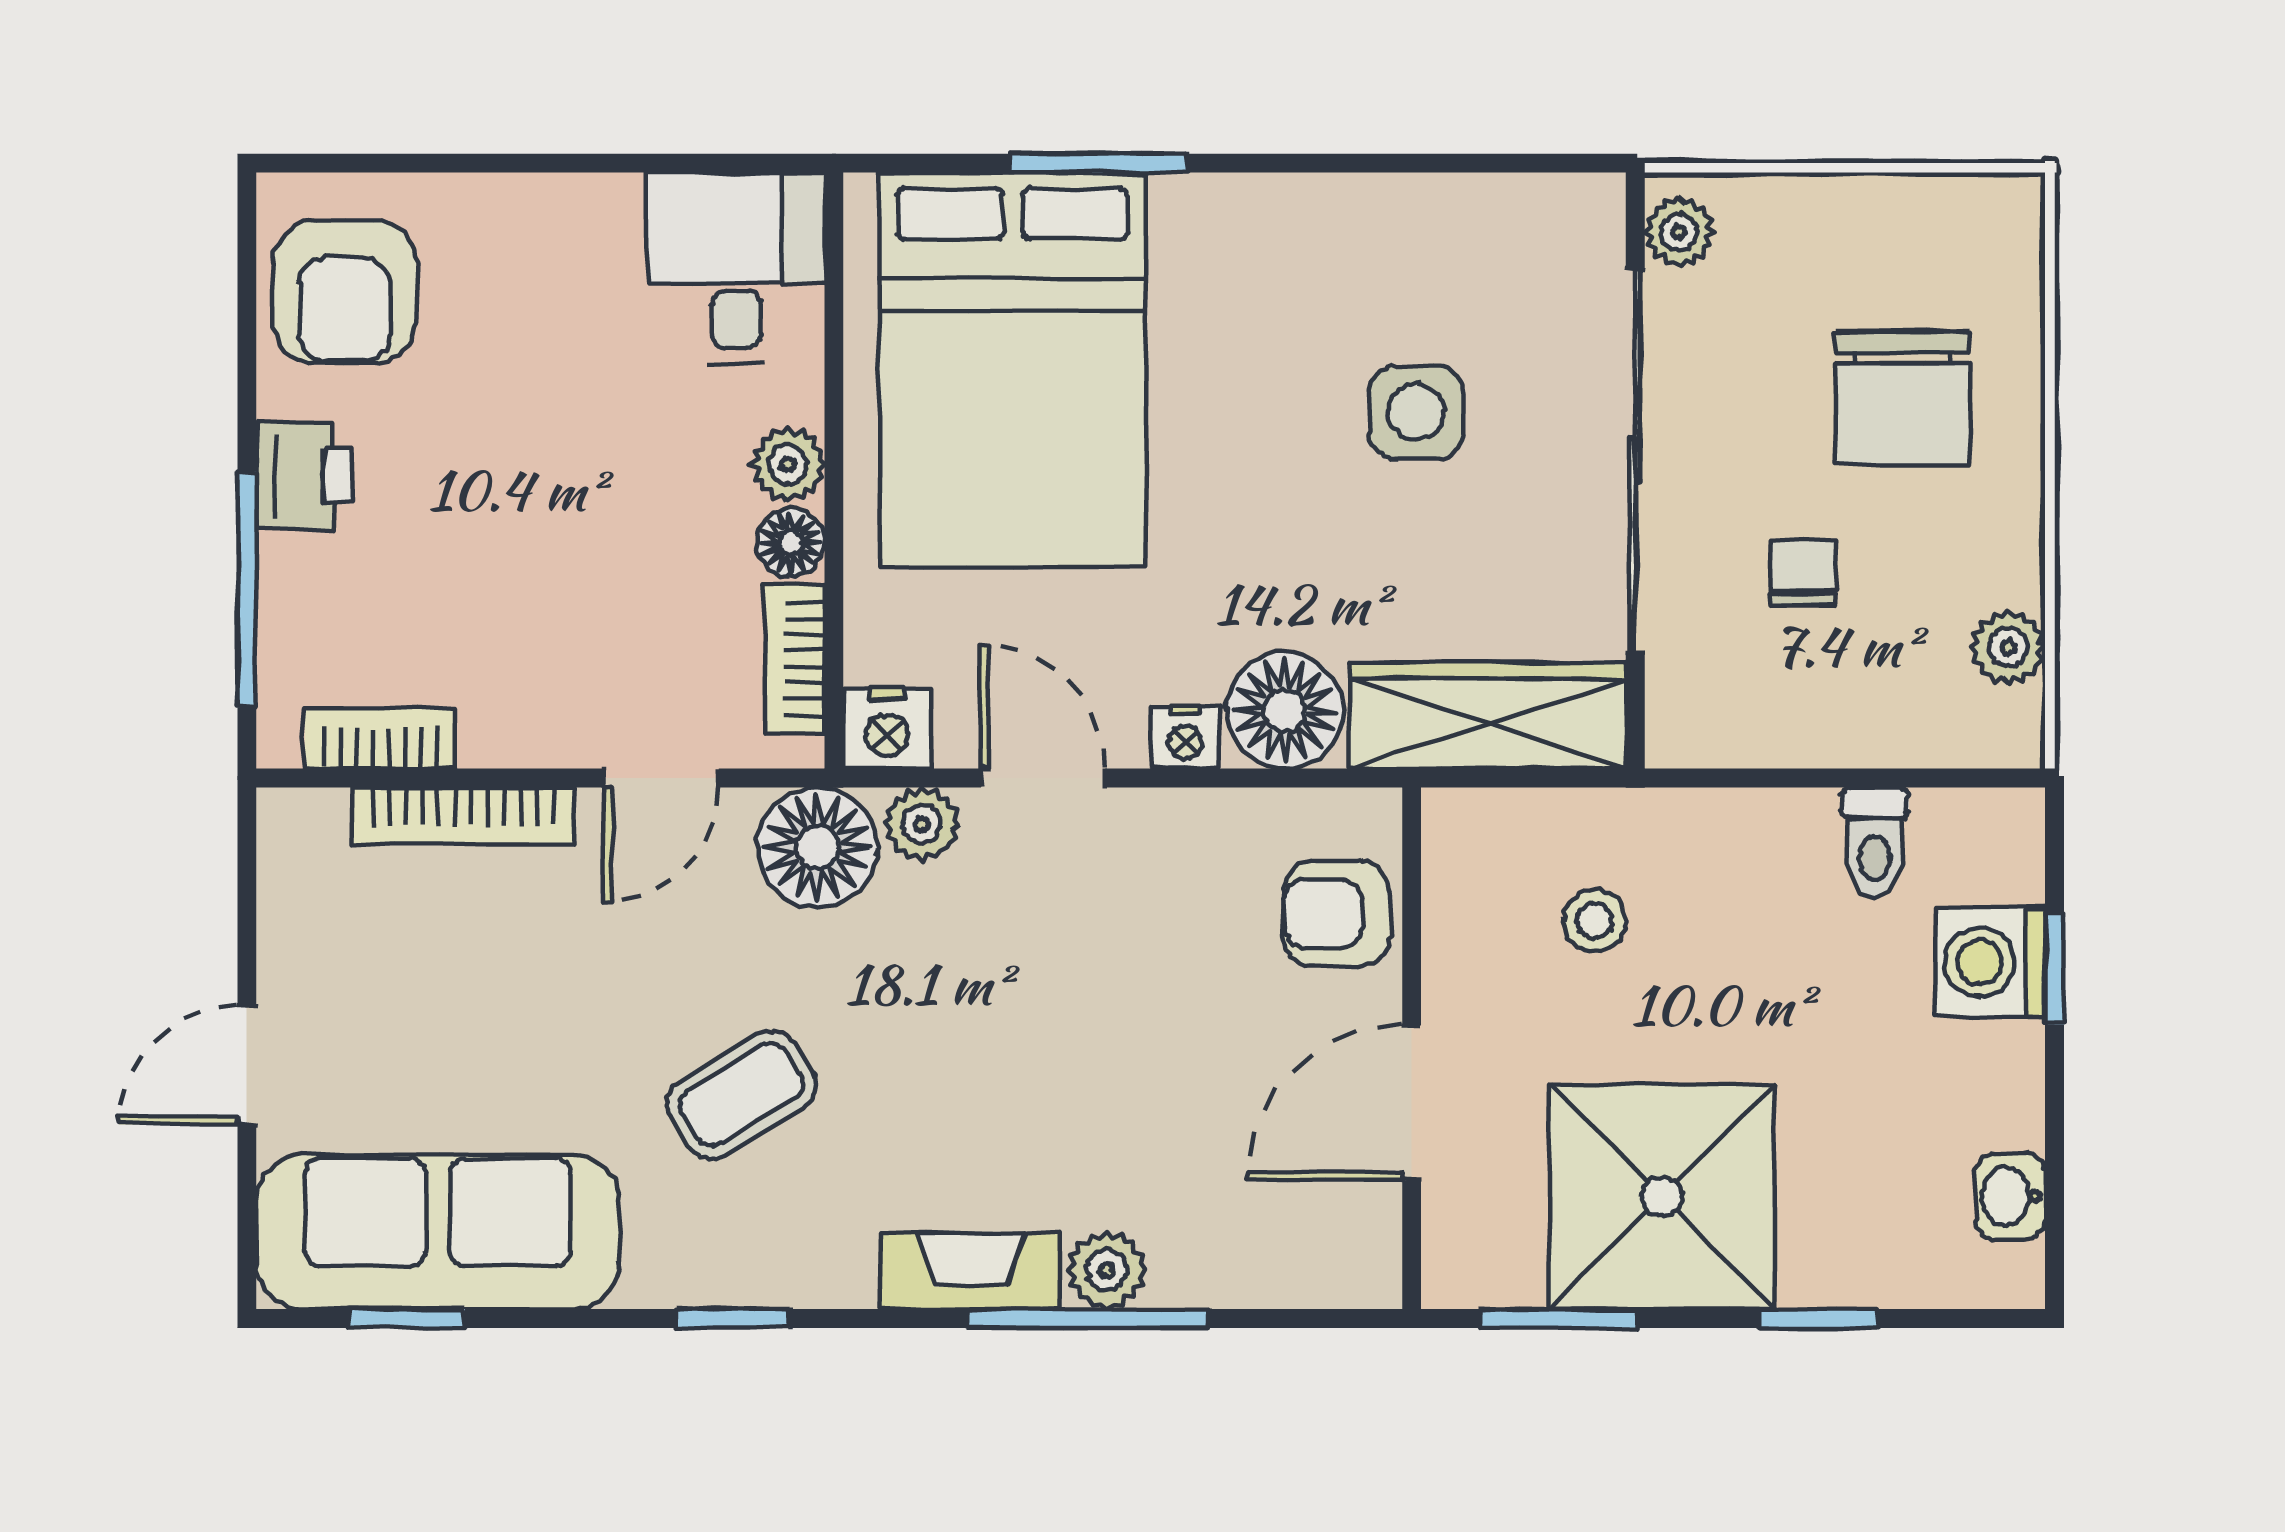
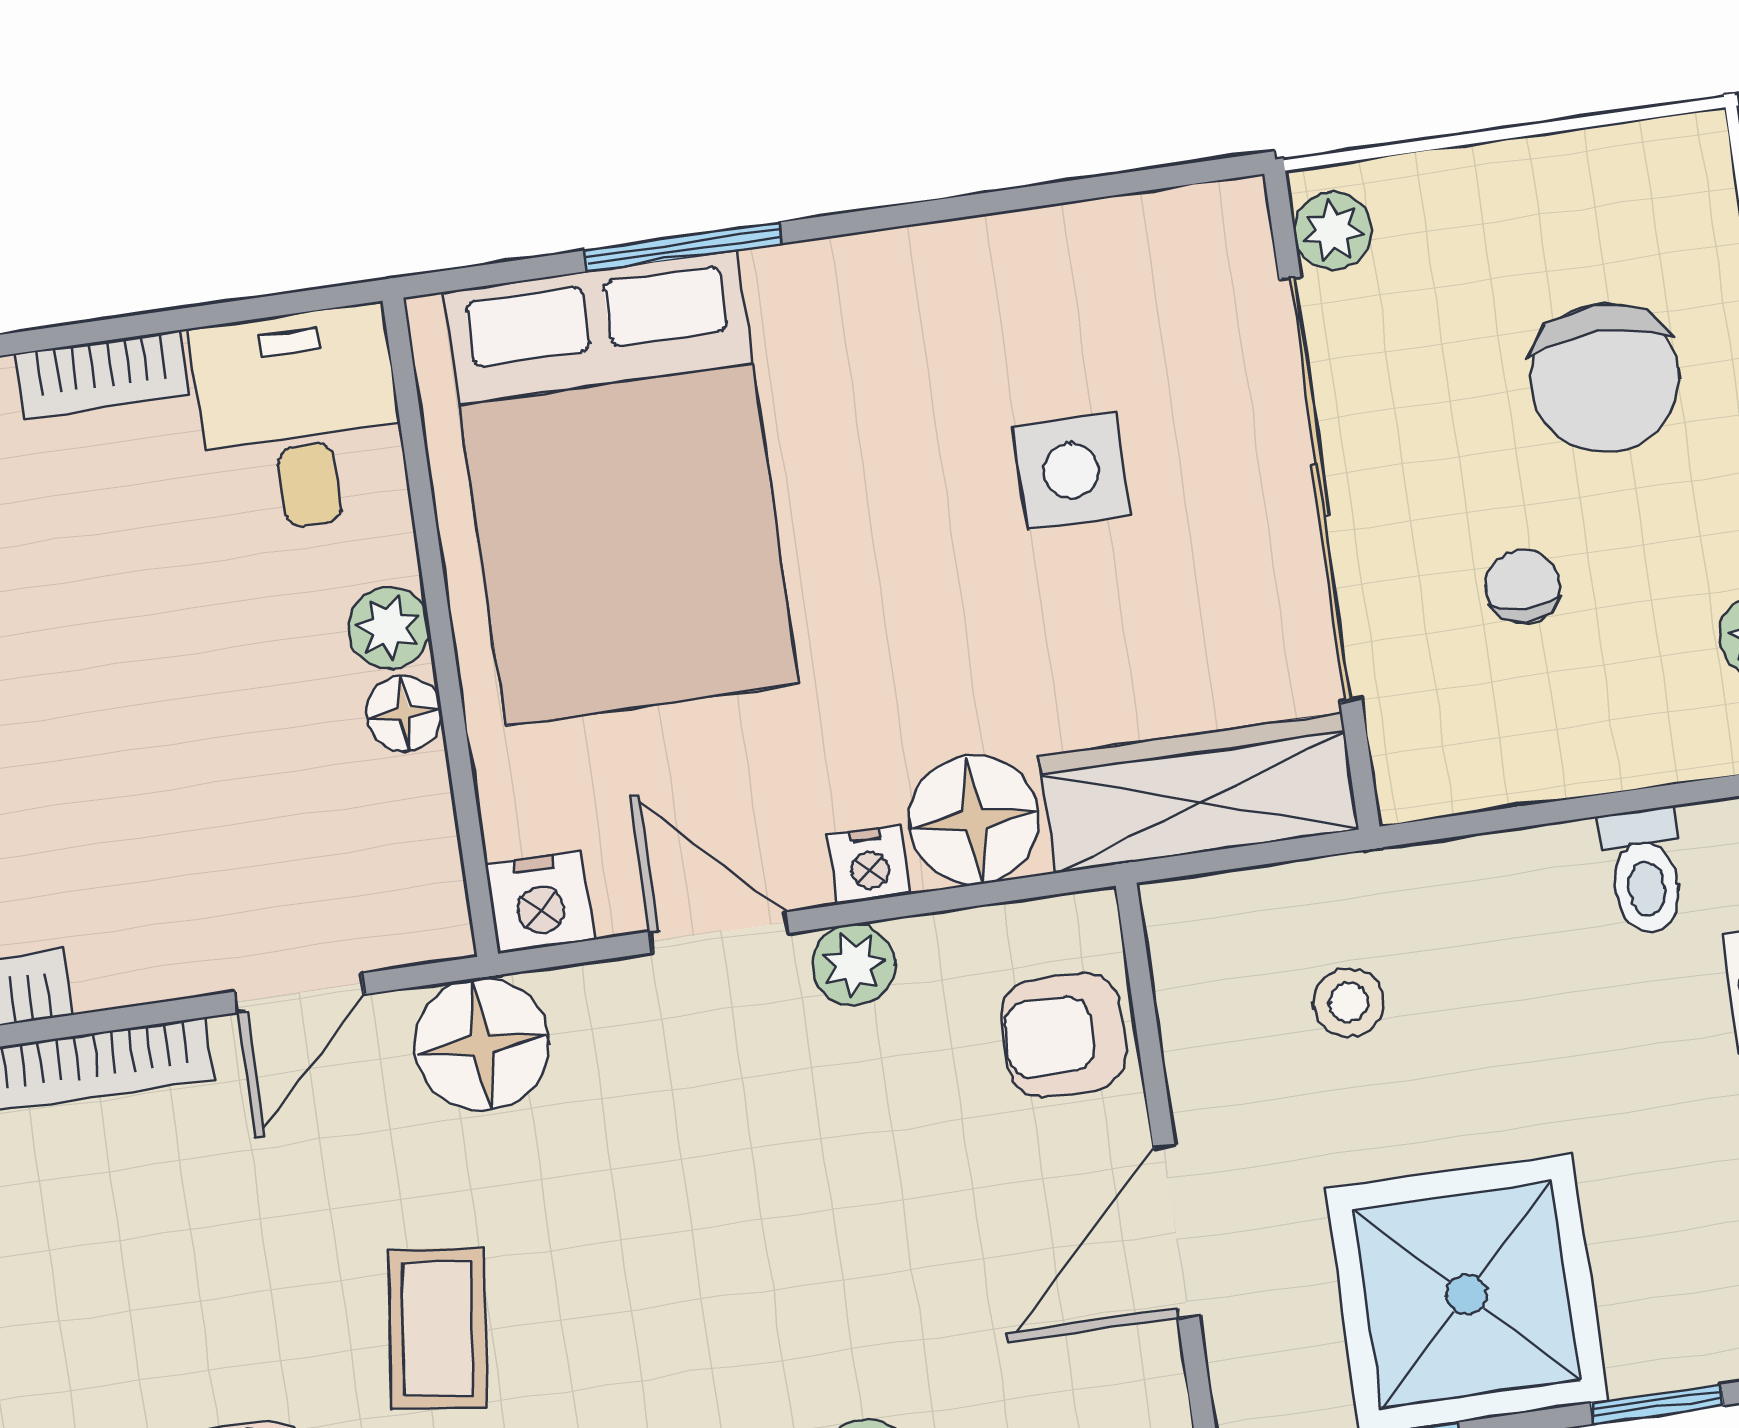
bookcase: (795, 659) -> (102, 375), moved, turned -90
plant: (922, 824) -> (854, 965), moved
coffee table: (741, 1095) -> (437, 1328), turned -52

